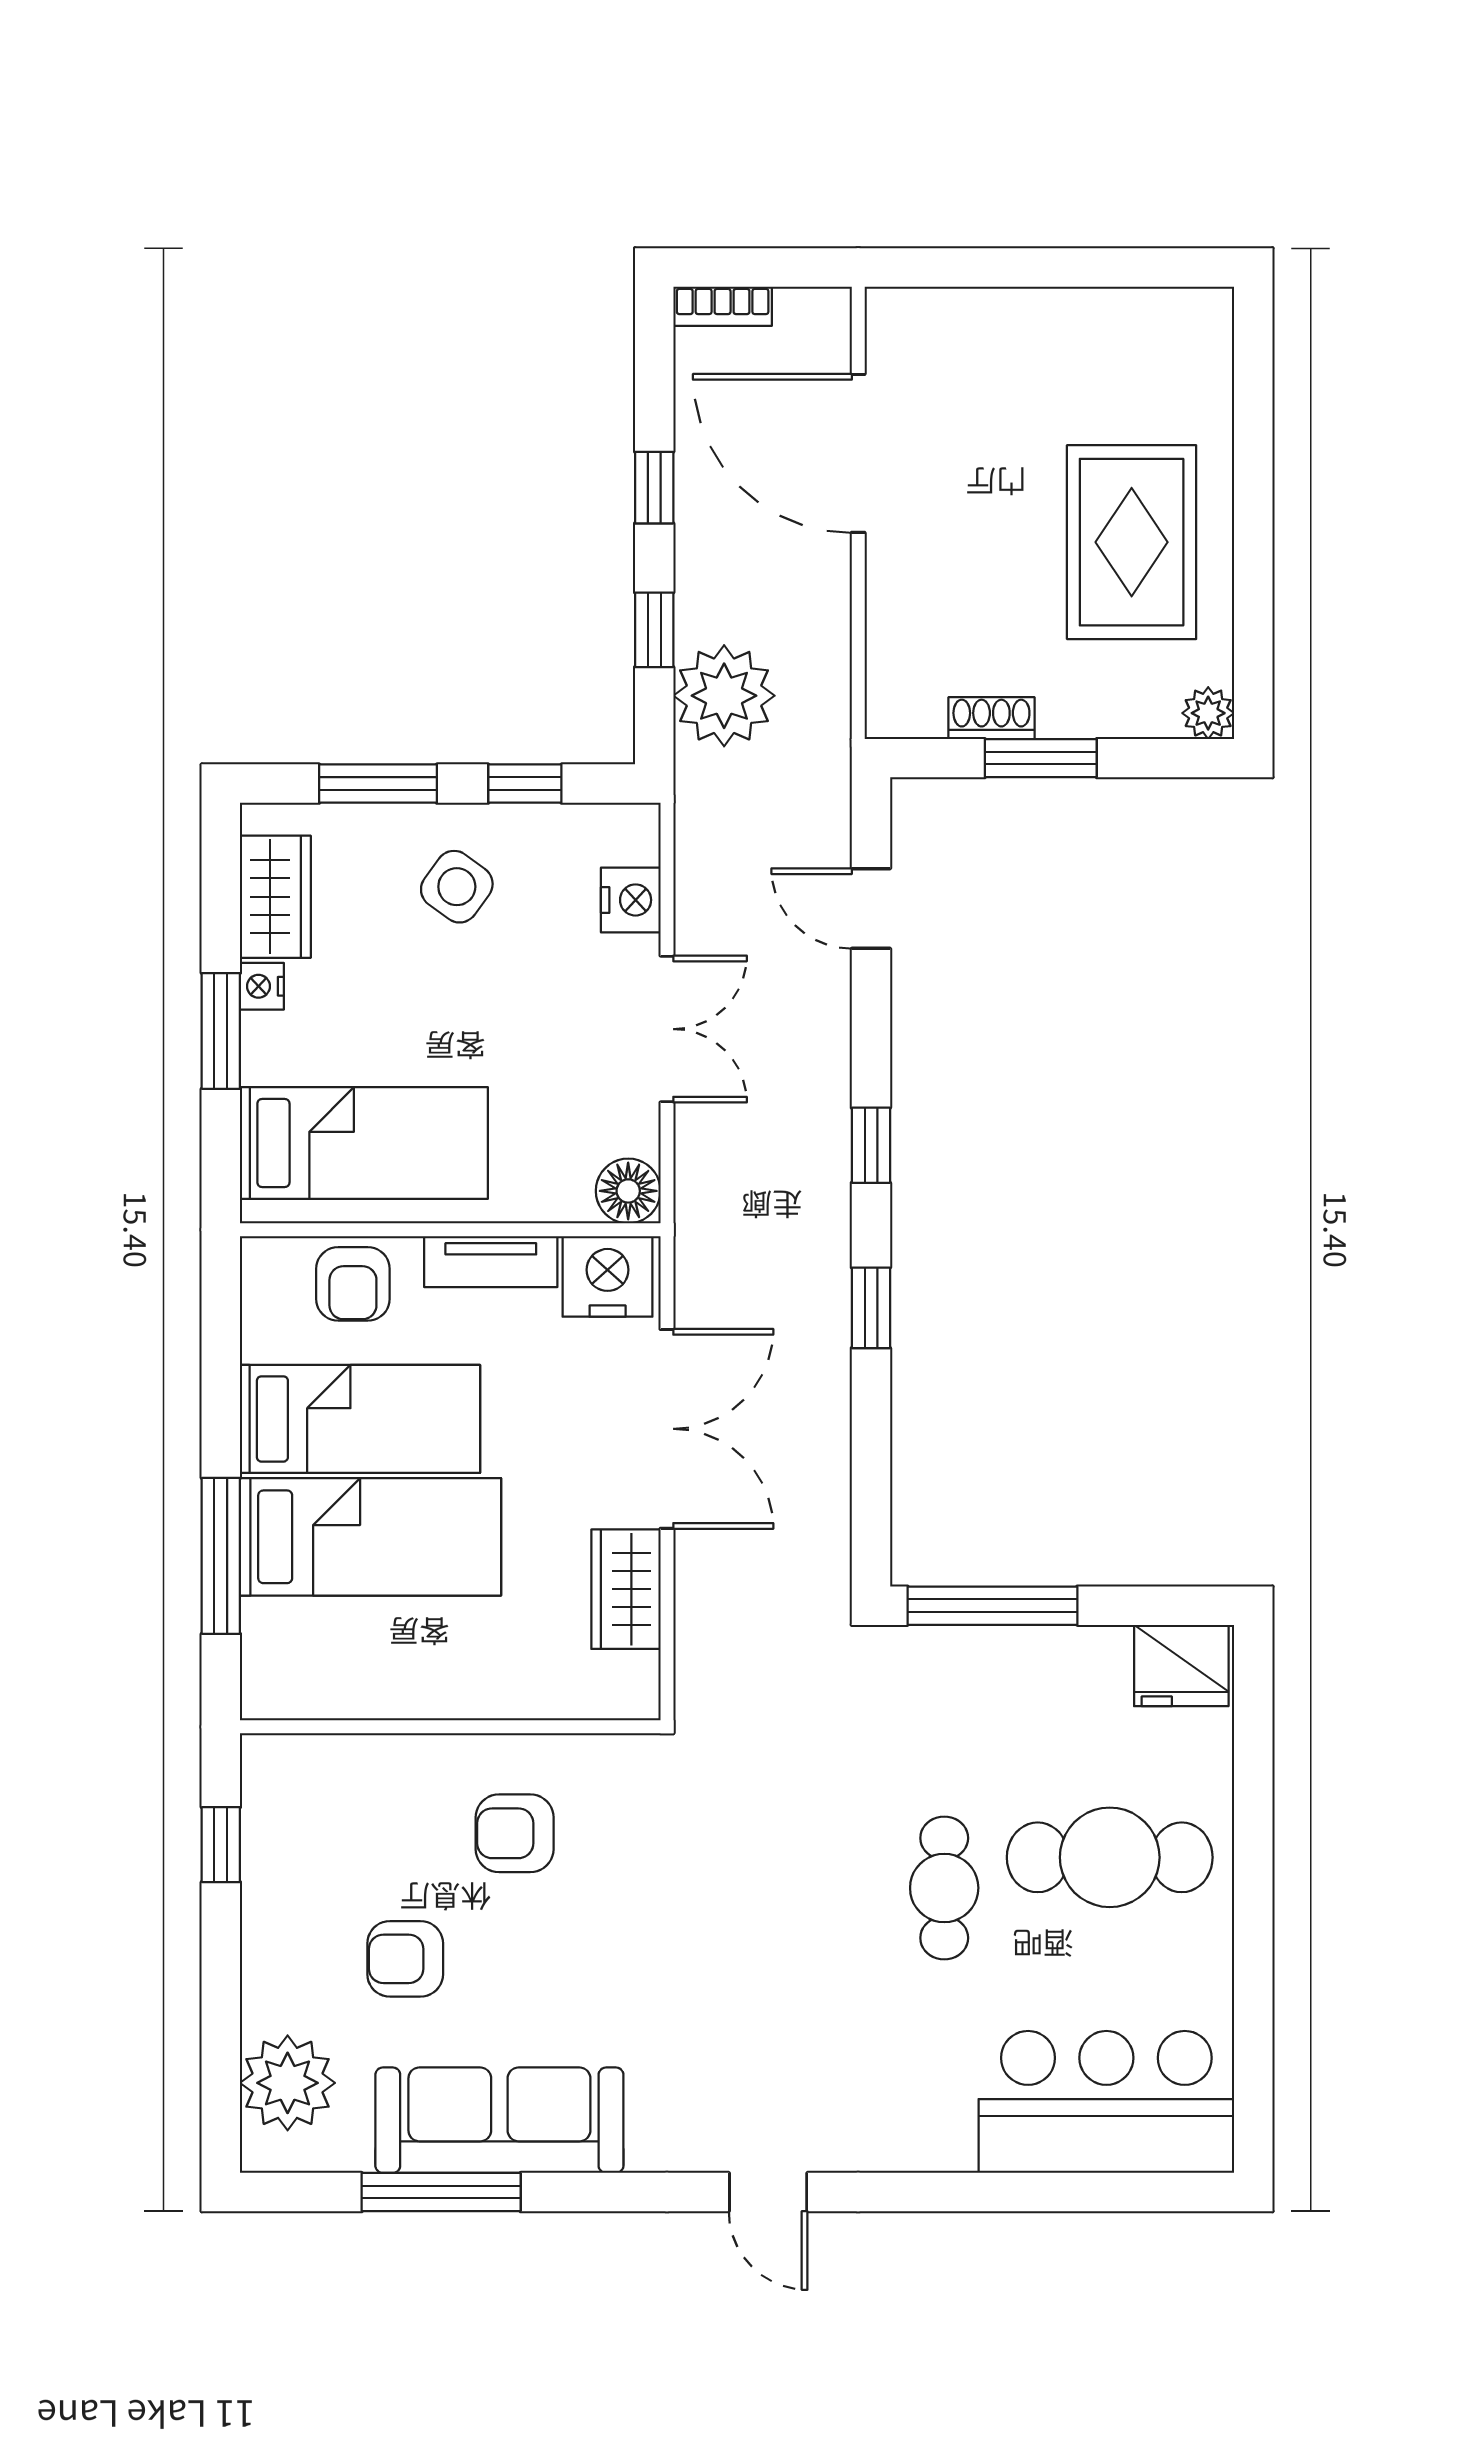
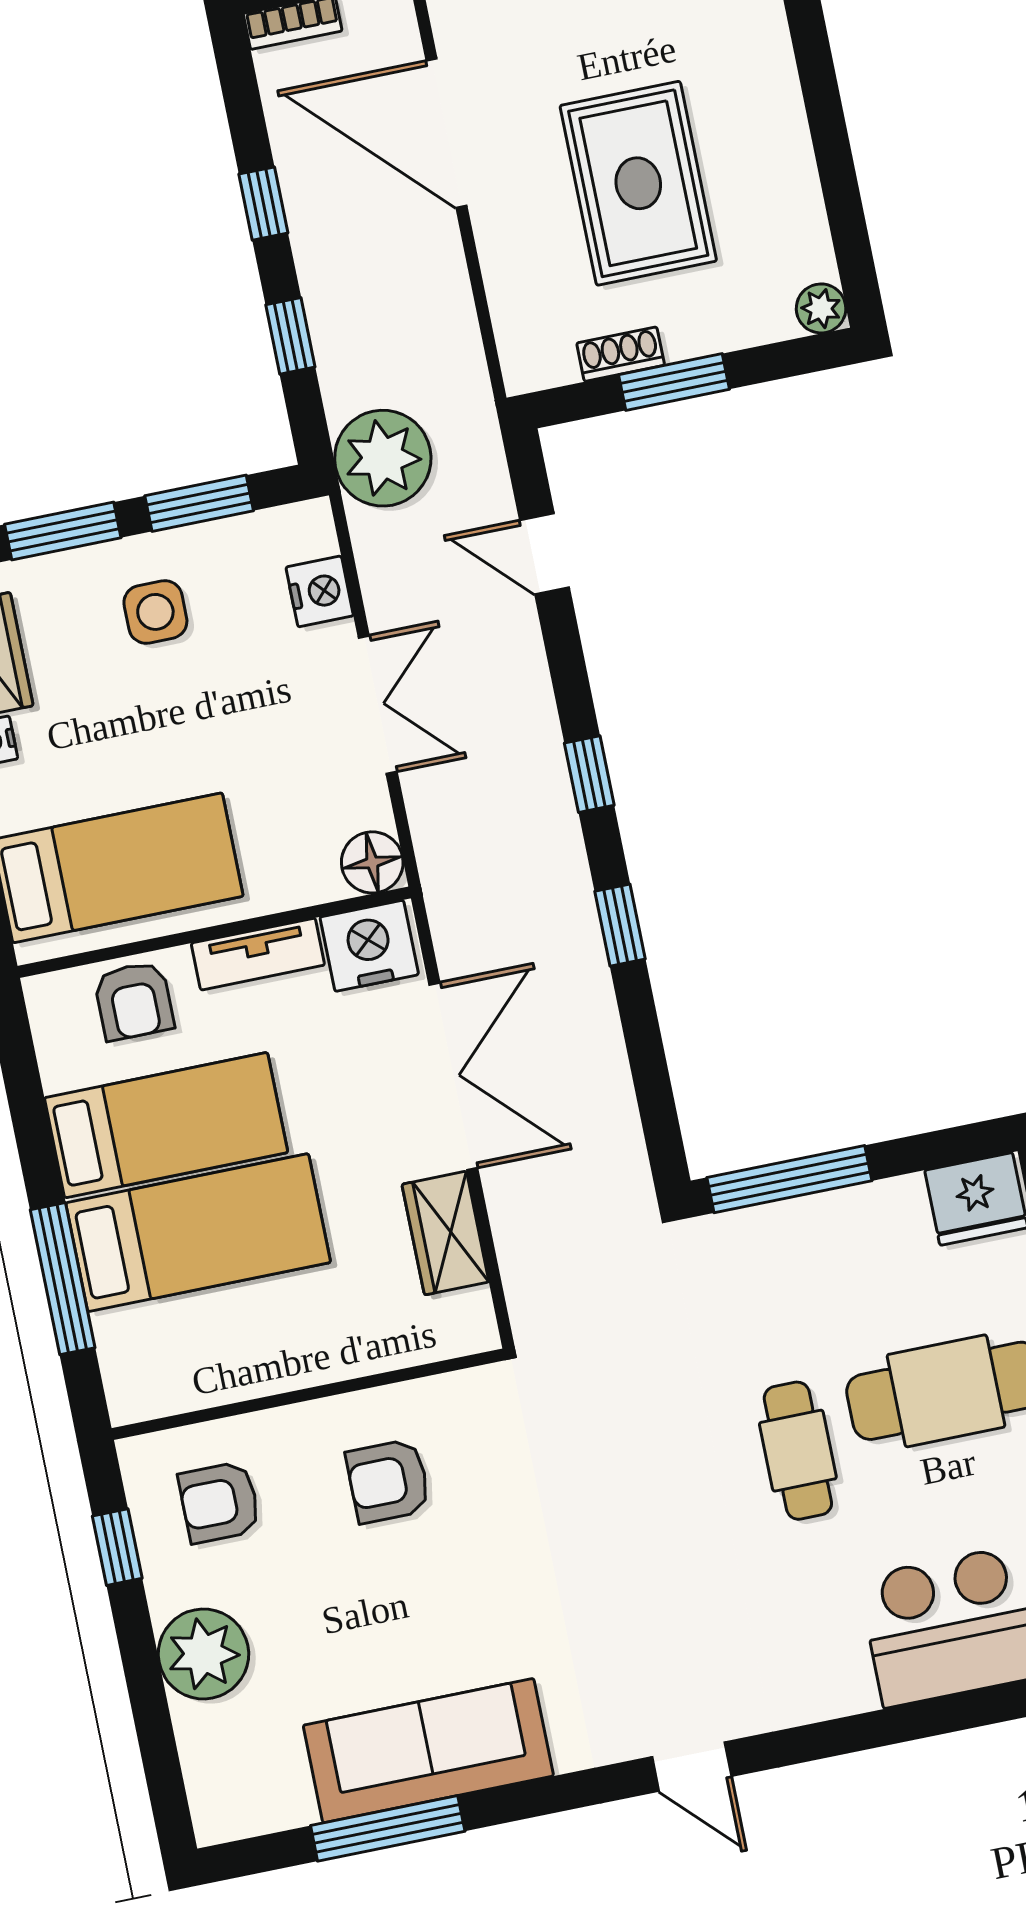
rug: (1132, 542) -> (638, 183), moved
plant: (724, 696) -> (383, 458), moved
window: (525, 784) -> (199, 503), width x1.50
side table: (457, 887) -> (155, 612), turned -36
armchair: (405, 1959) -> (219, 1502), moved
plant: (288, 2083) -> (204, 1654), moved

